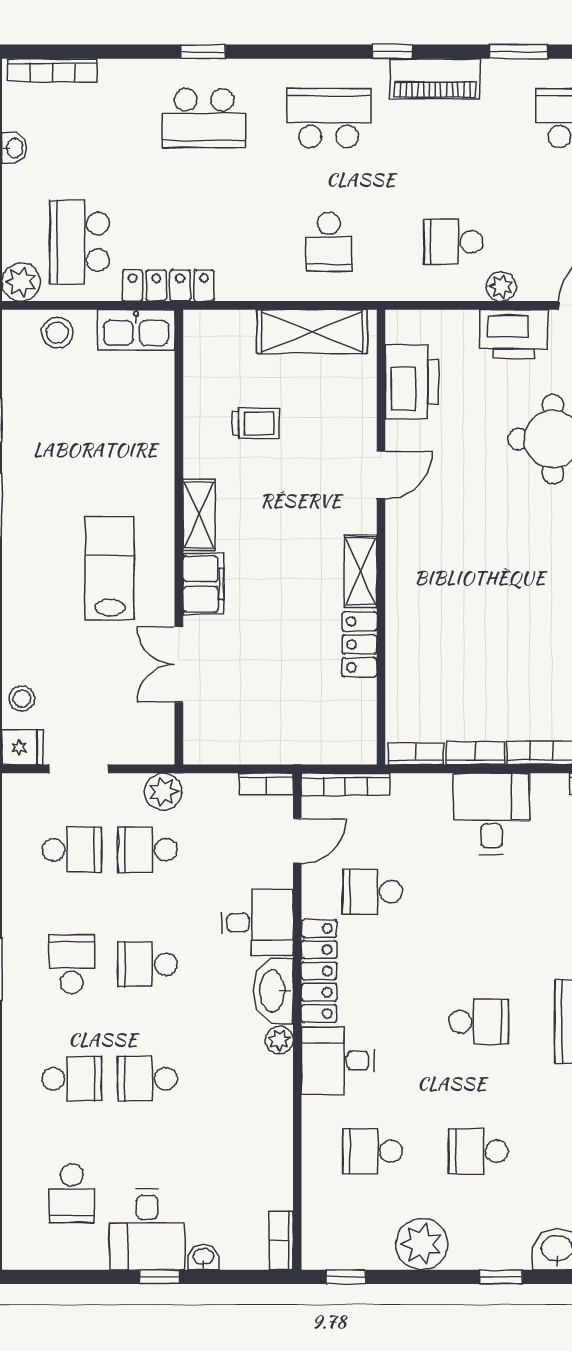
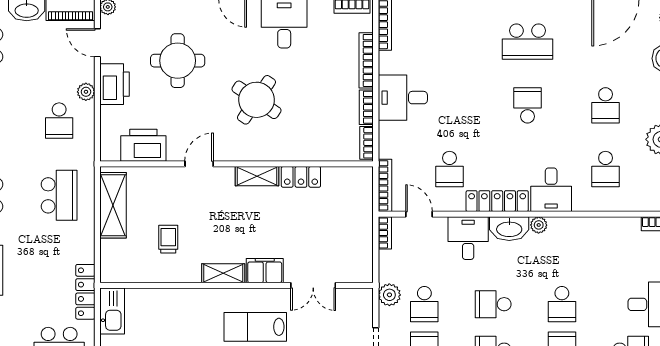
school desk: (329, 242) -> (59, 195), width x1.85
door: (381, 475) -> (199, 164), hinge flipped
round table: (488, 570) -> (256, 100), added
school desk: (147, 964) -> (493, 304), turned 90

